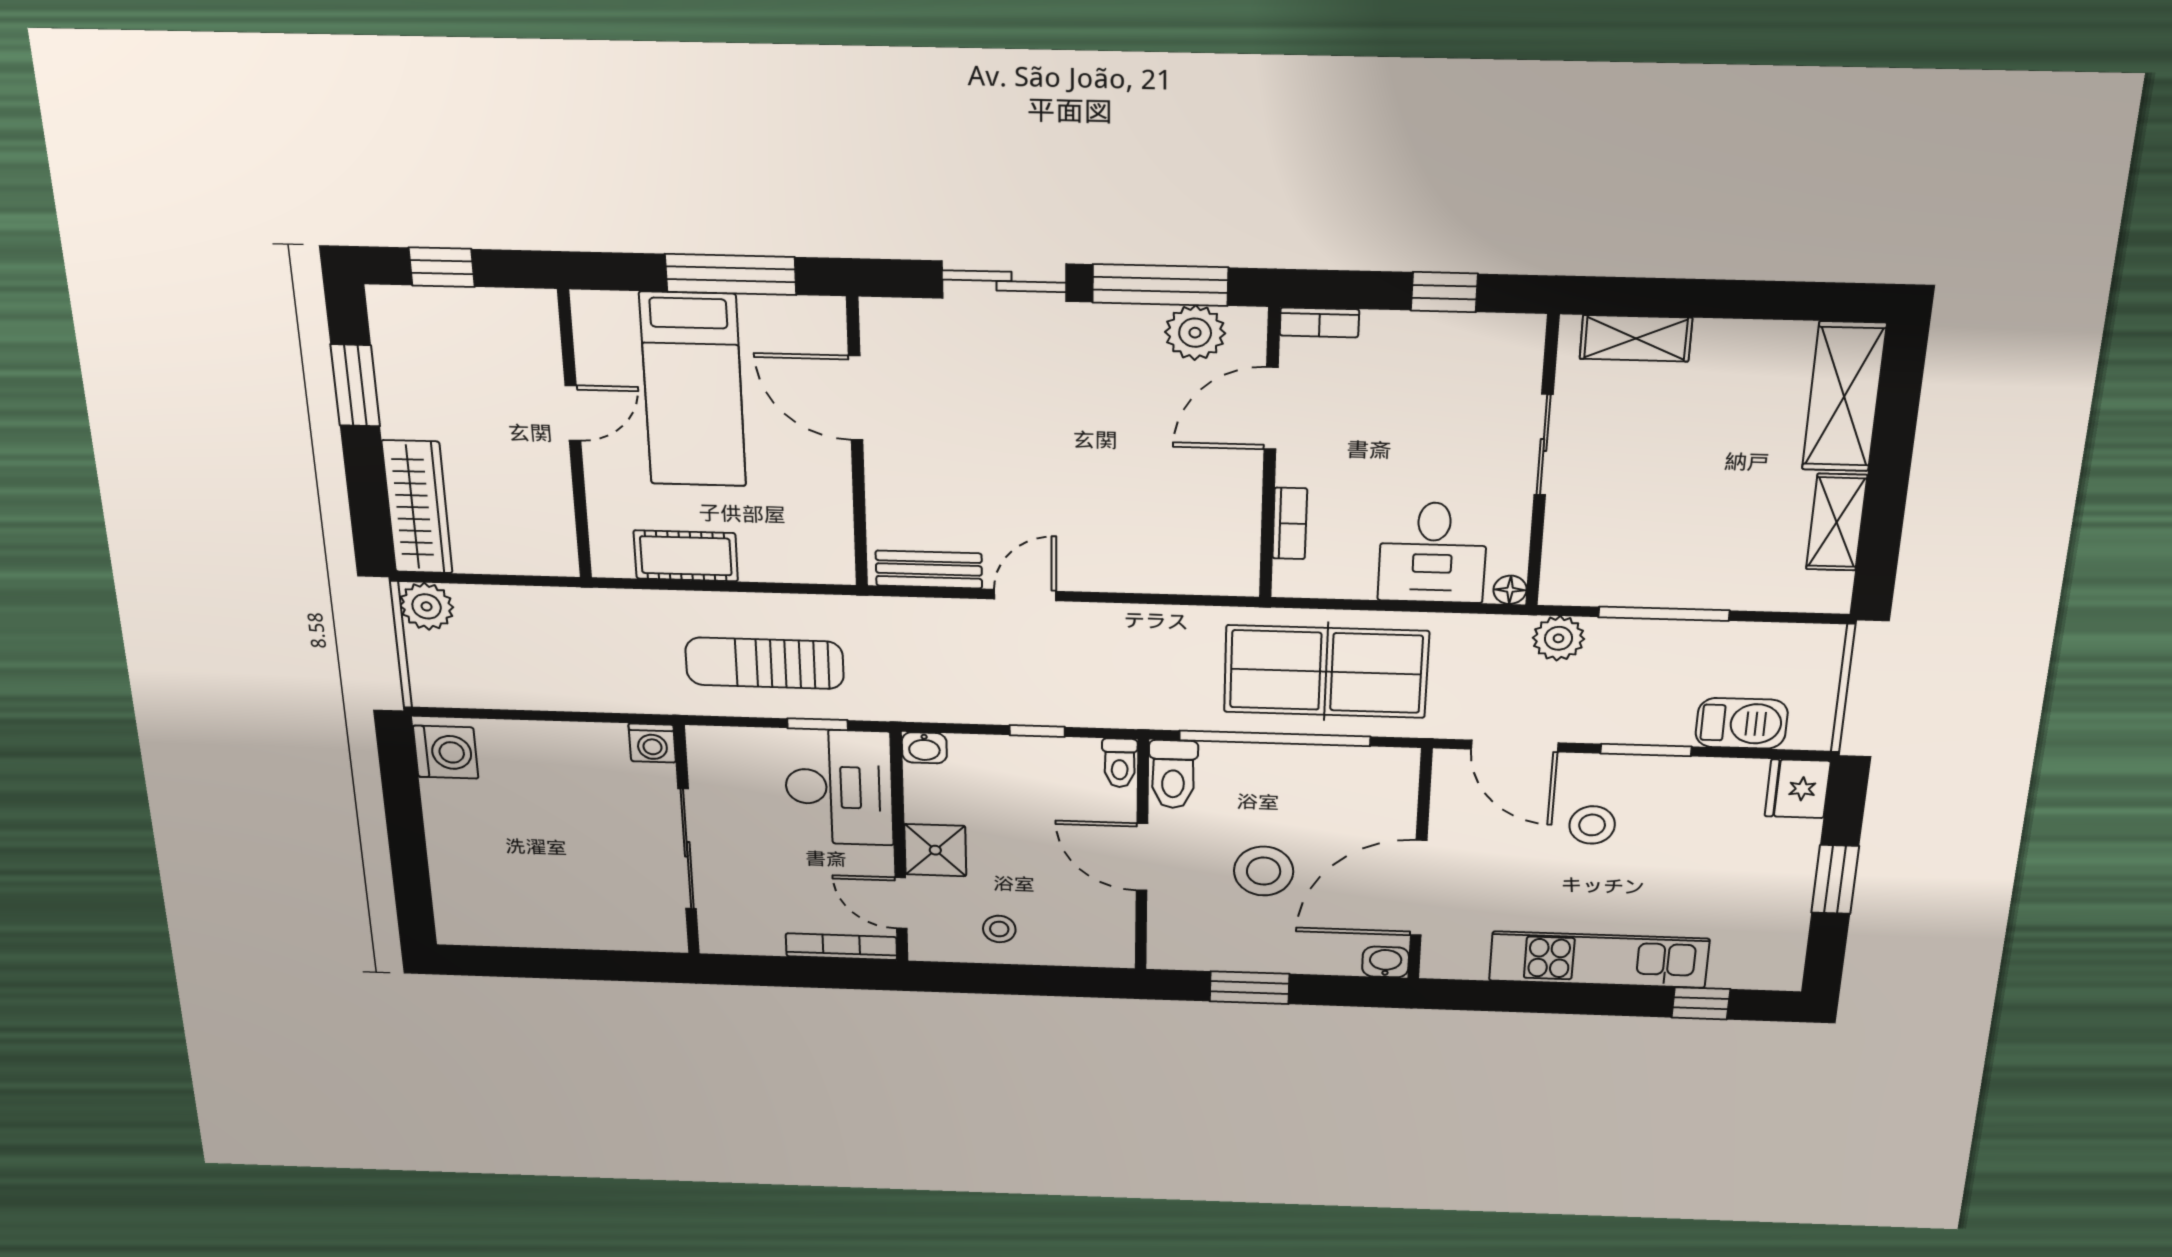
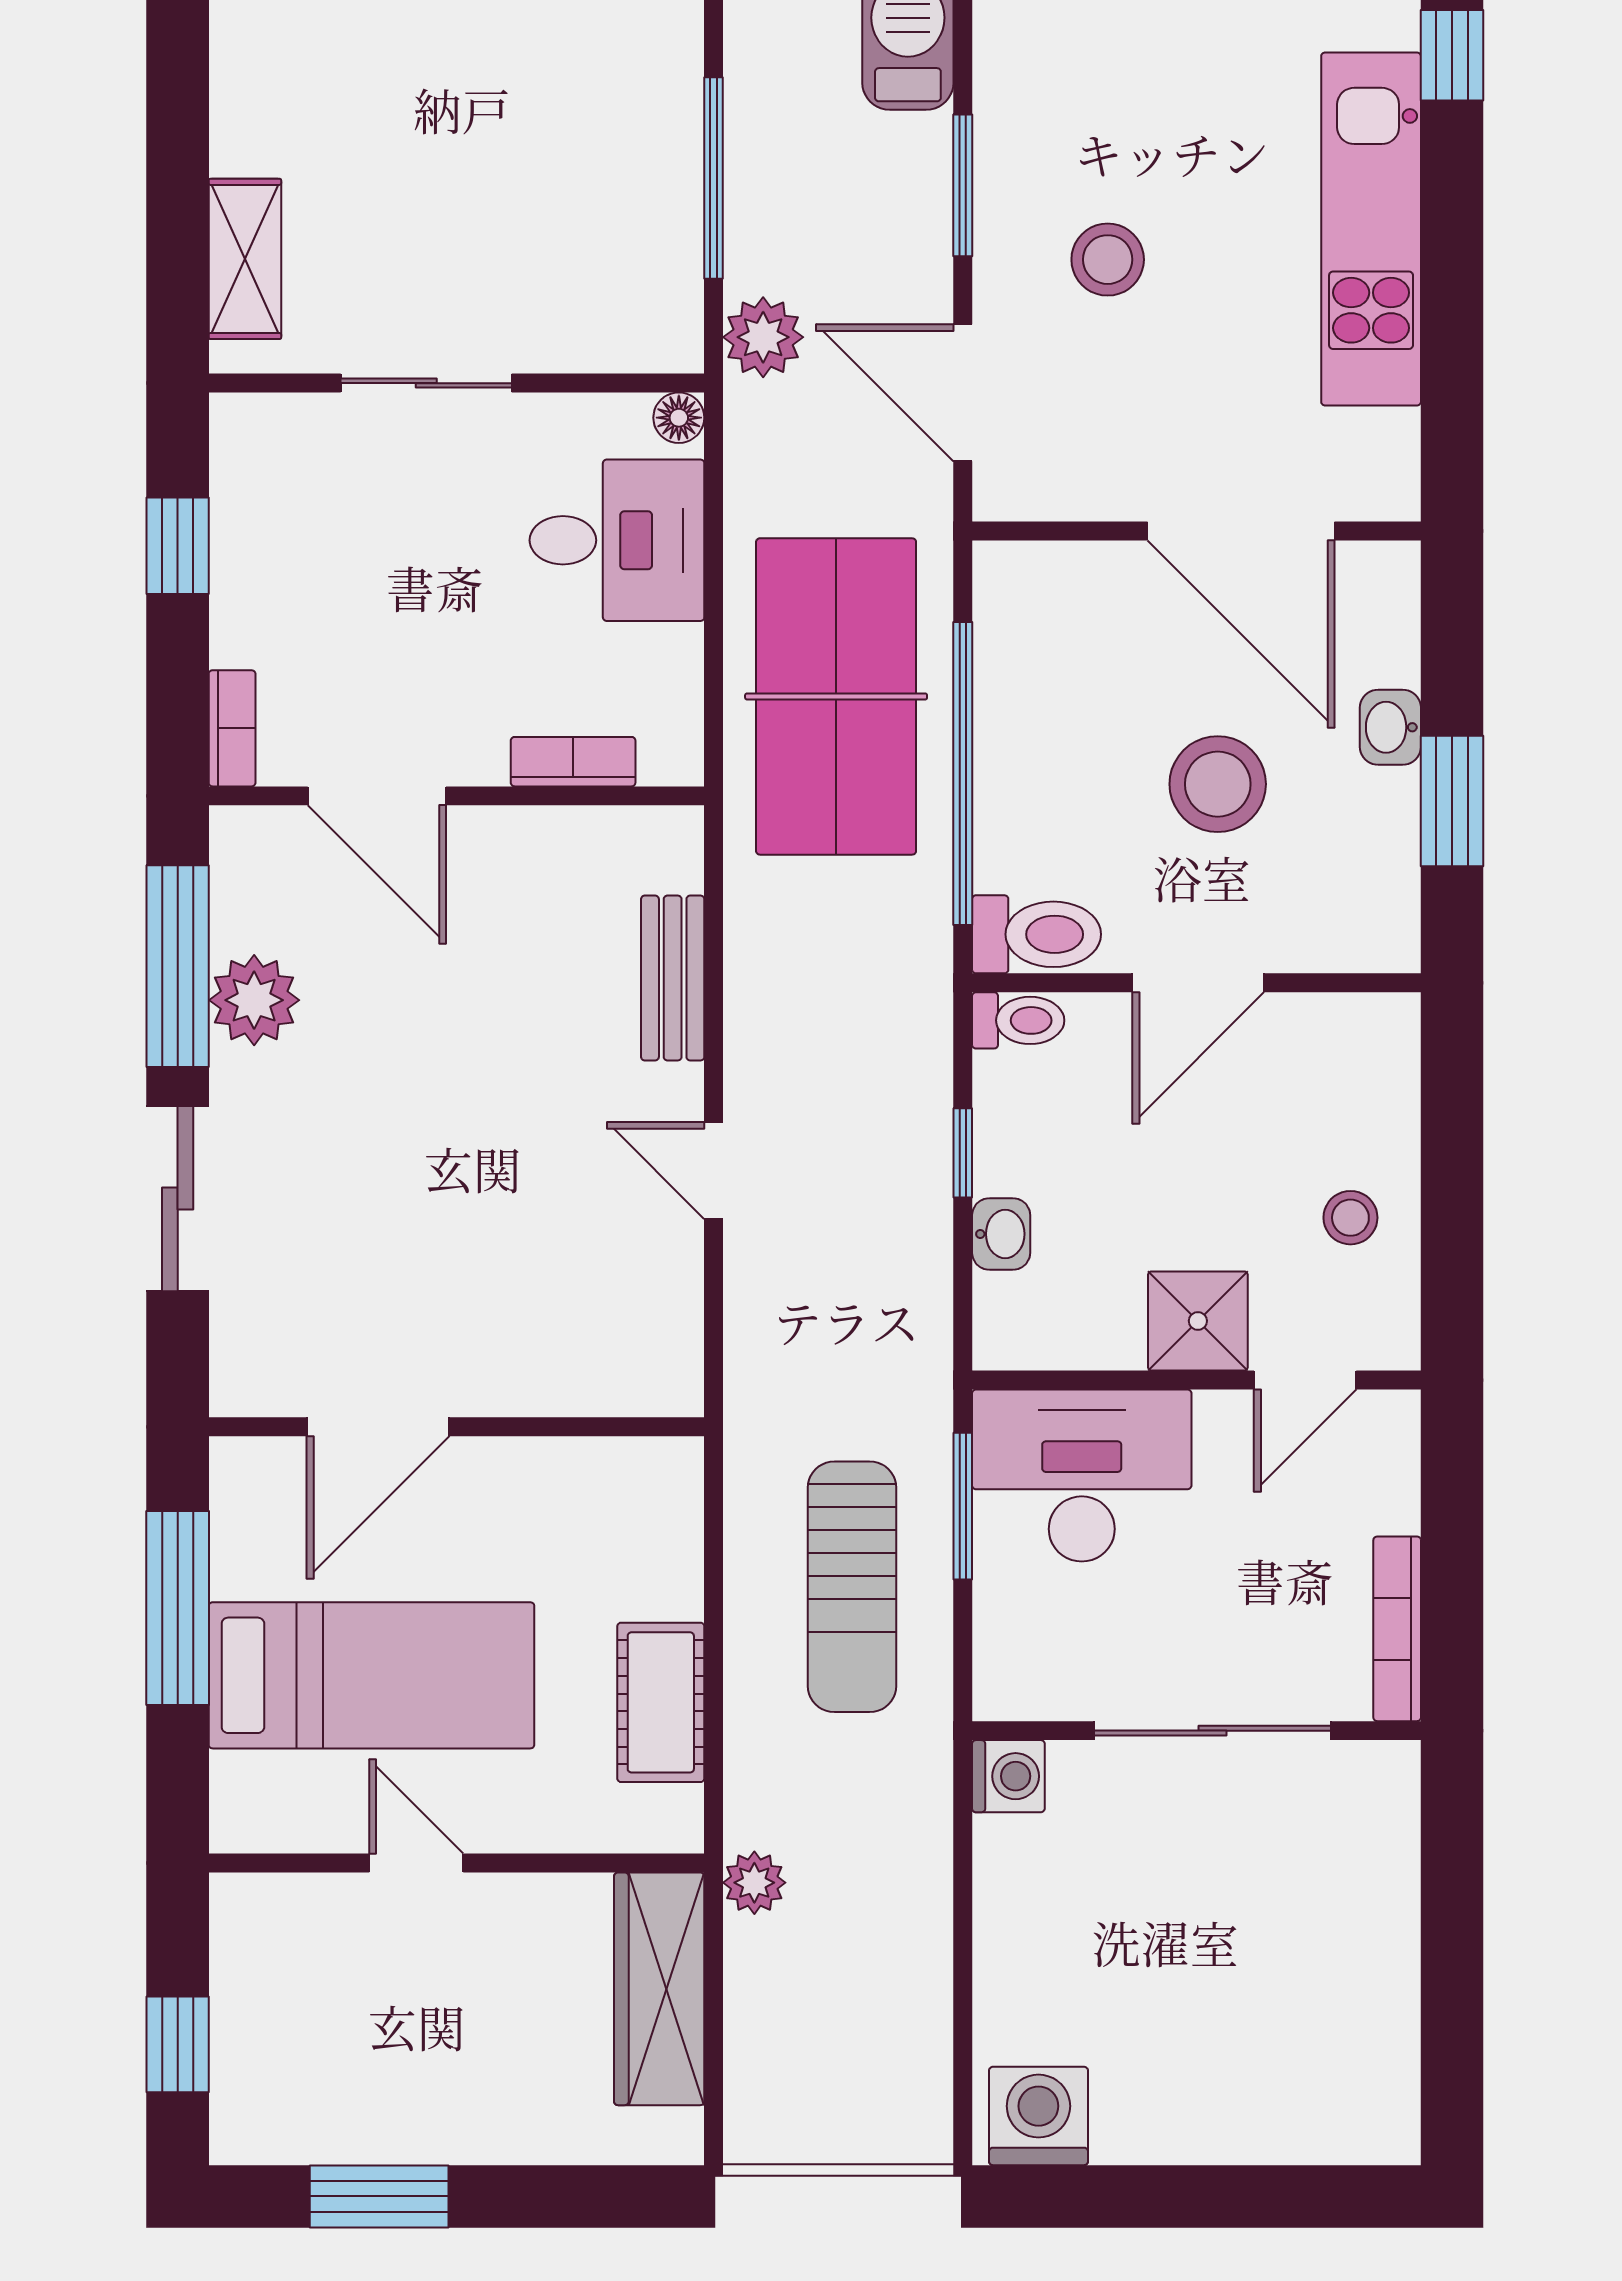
plant: (1195, 333) -> (254, 1000), moved
wardrobe: (417, 507) -> (659, 1989), moved, turned -90
bench: (929, 569) -> (673, 978), moved
plant: (427, 606) -> (754, 1883), moved, width x0.73, depth x0.73
window: (818, 724) -> (963, 1506), width x1.50
door: (1515, 746) -> (963, 393), swing flipped
washbasin: (924, 748) -> (1001, 1234), moved
bookcase: (841, 947) -> (1397, 1629), moved
washbasin: (1386, 962) -> (1390, 727), moved

